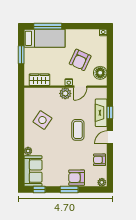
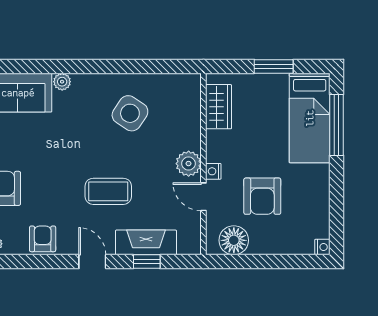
armchair: (80, 60) -> (262, 196), turned -115

